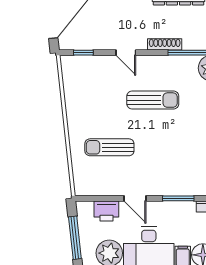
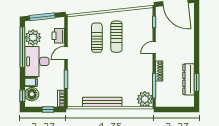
sun lounger: (153, 100) -> (116, 37), moved

